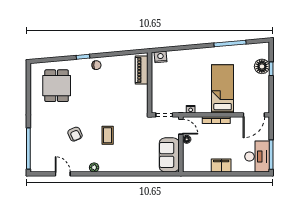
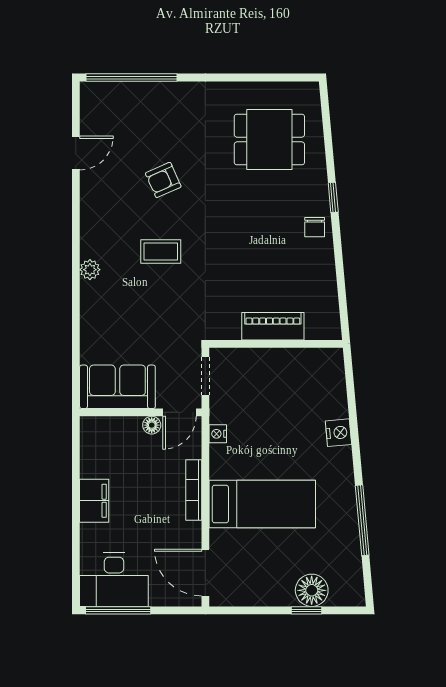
nightstand: (161, 57) -> (338, 433), moved
piano: (142, 70) -> (273, 326), moved
plant: (94, 167) -> (90, 270), moved

